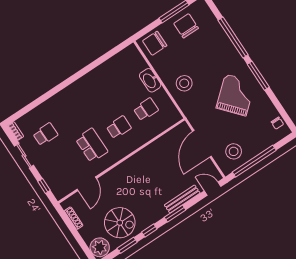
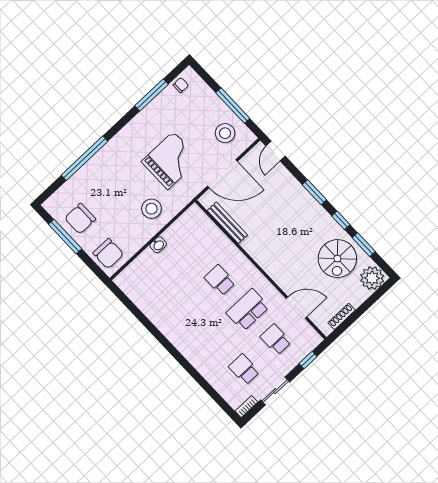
window: (258, 76) -> (151, 95), moved
washbasin: (150, 80) -> (158, 245), width x0.52, depth x0.69
grand piano: (236, 95) -> (171, 160), moved, turned 131
school desk: (146, 109) -> (276, 339), moved
window: (254, 161) -> (233, 106), width x0.68
bench: (182, 199) -> (227, 223), moved
spiral stairs: (120, 223) -> (337, 259), turned 180

